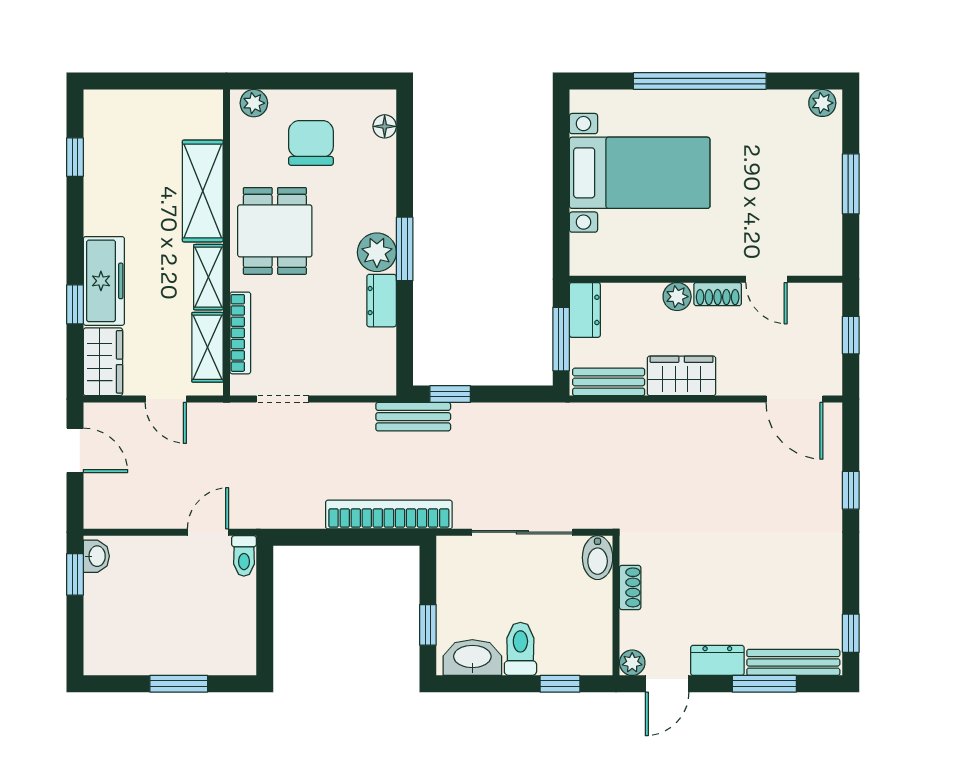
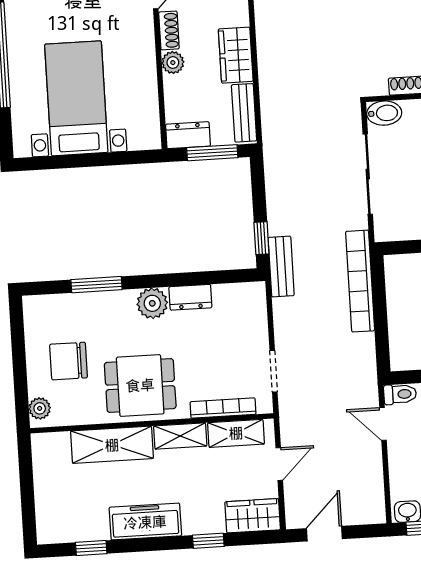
floor lamp: (385, 126) -> (52, 303), removed
window: (405, 249) -> (96, 285), moved
freezer: (104, 281) -> (145, 522), moved

